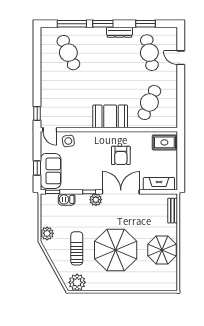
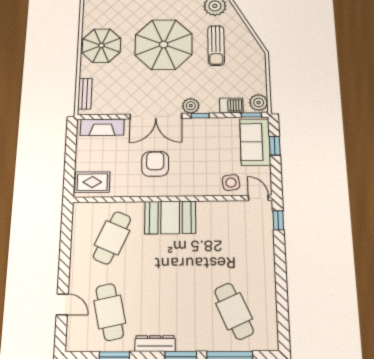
plant: (47, 233) -> (259, 103), moved

